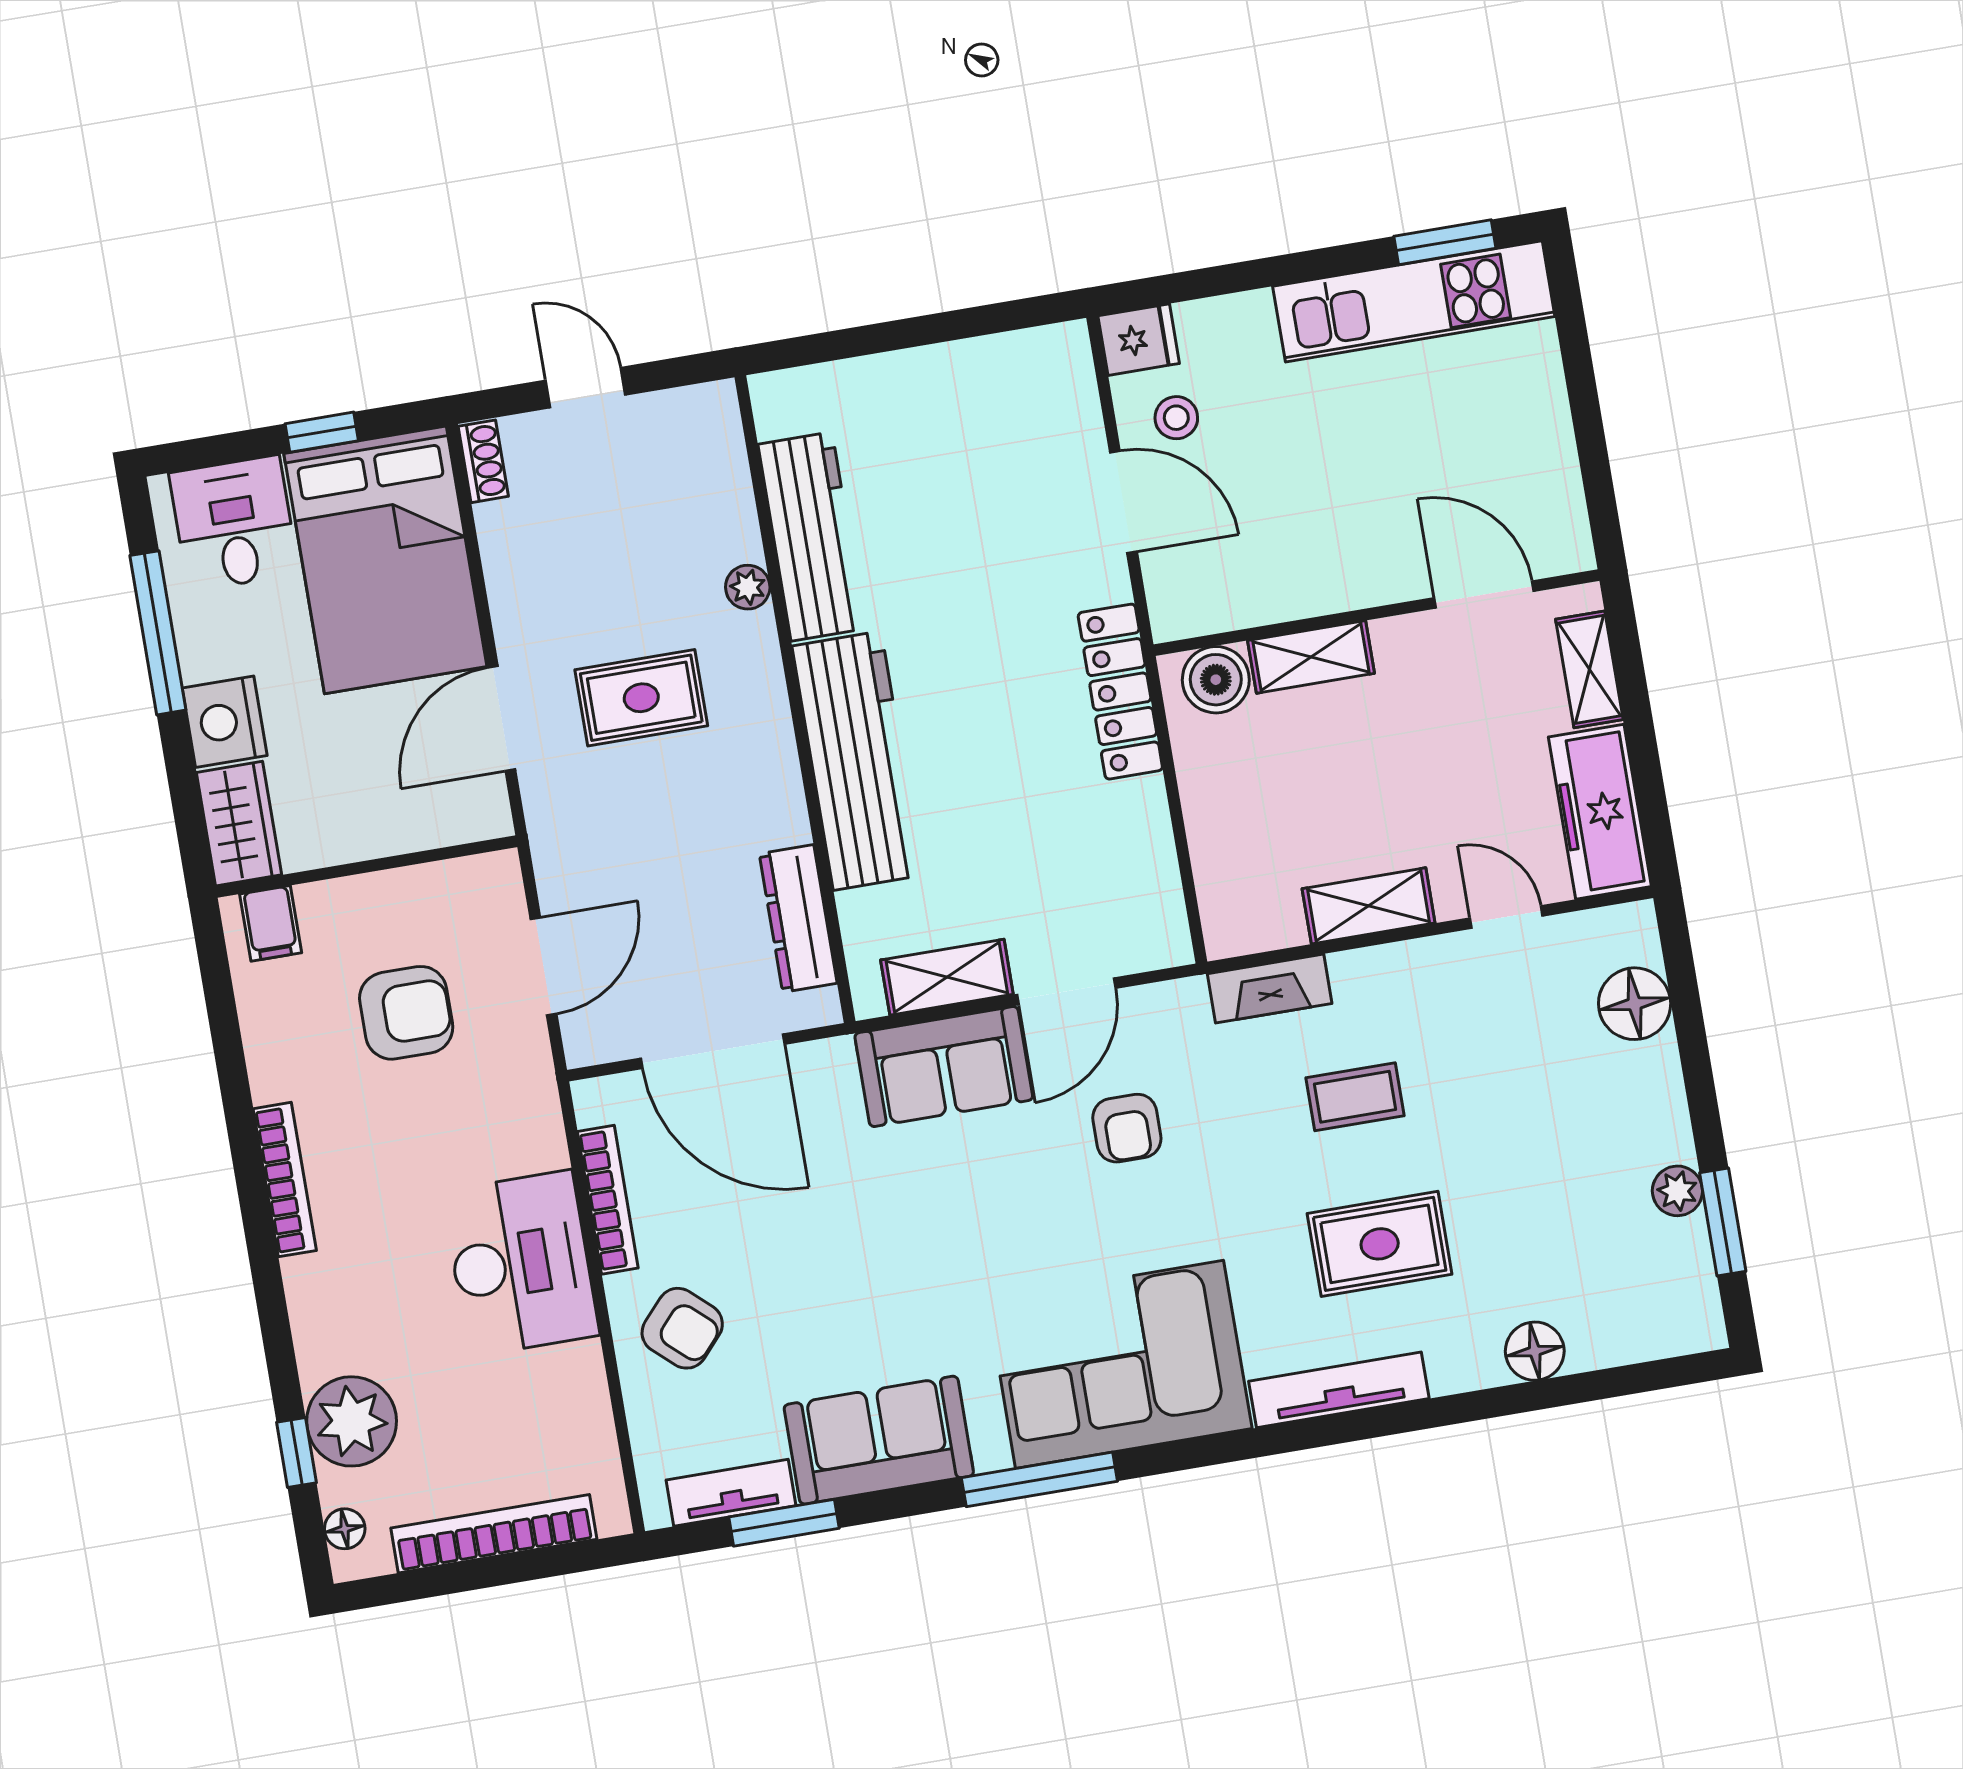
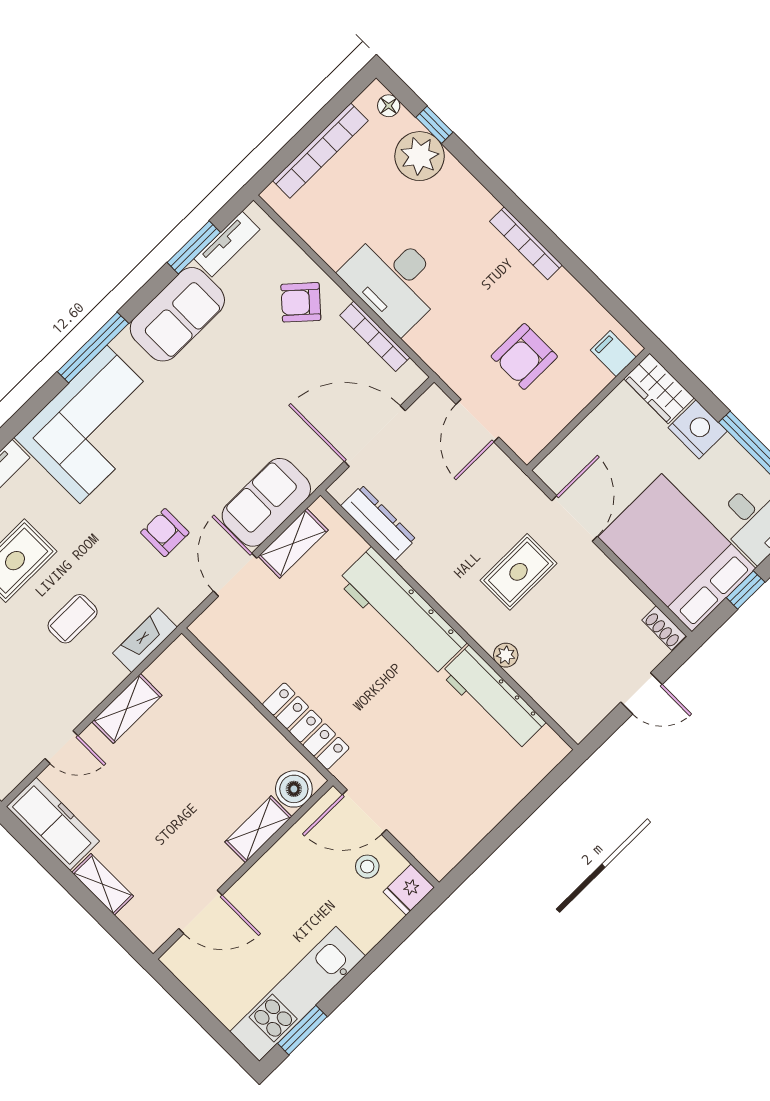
door: (1484, 595) -> (201, 912), moved
wall: (1377, 613) -> (243, 870), moved
shelving: (1311, 657) -> (258, 829), moved
boiler: (1216, 680) -> (294, 789), moved

